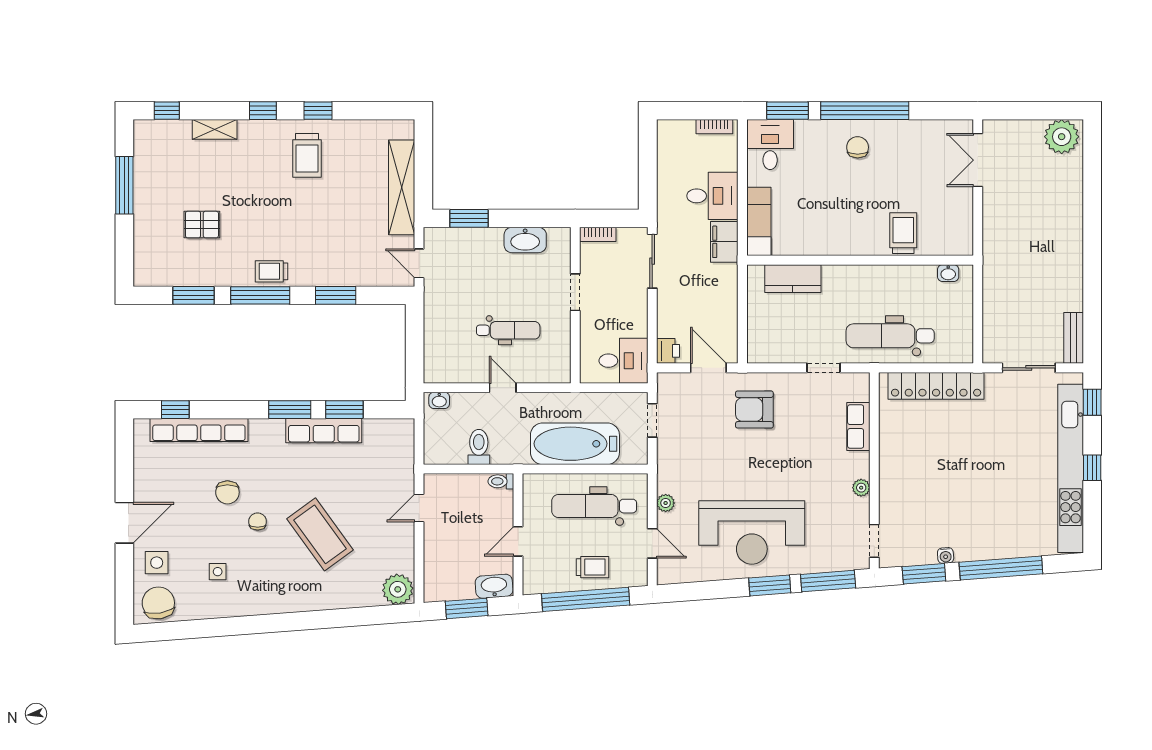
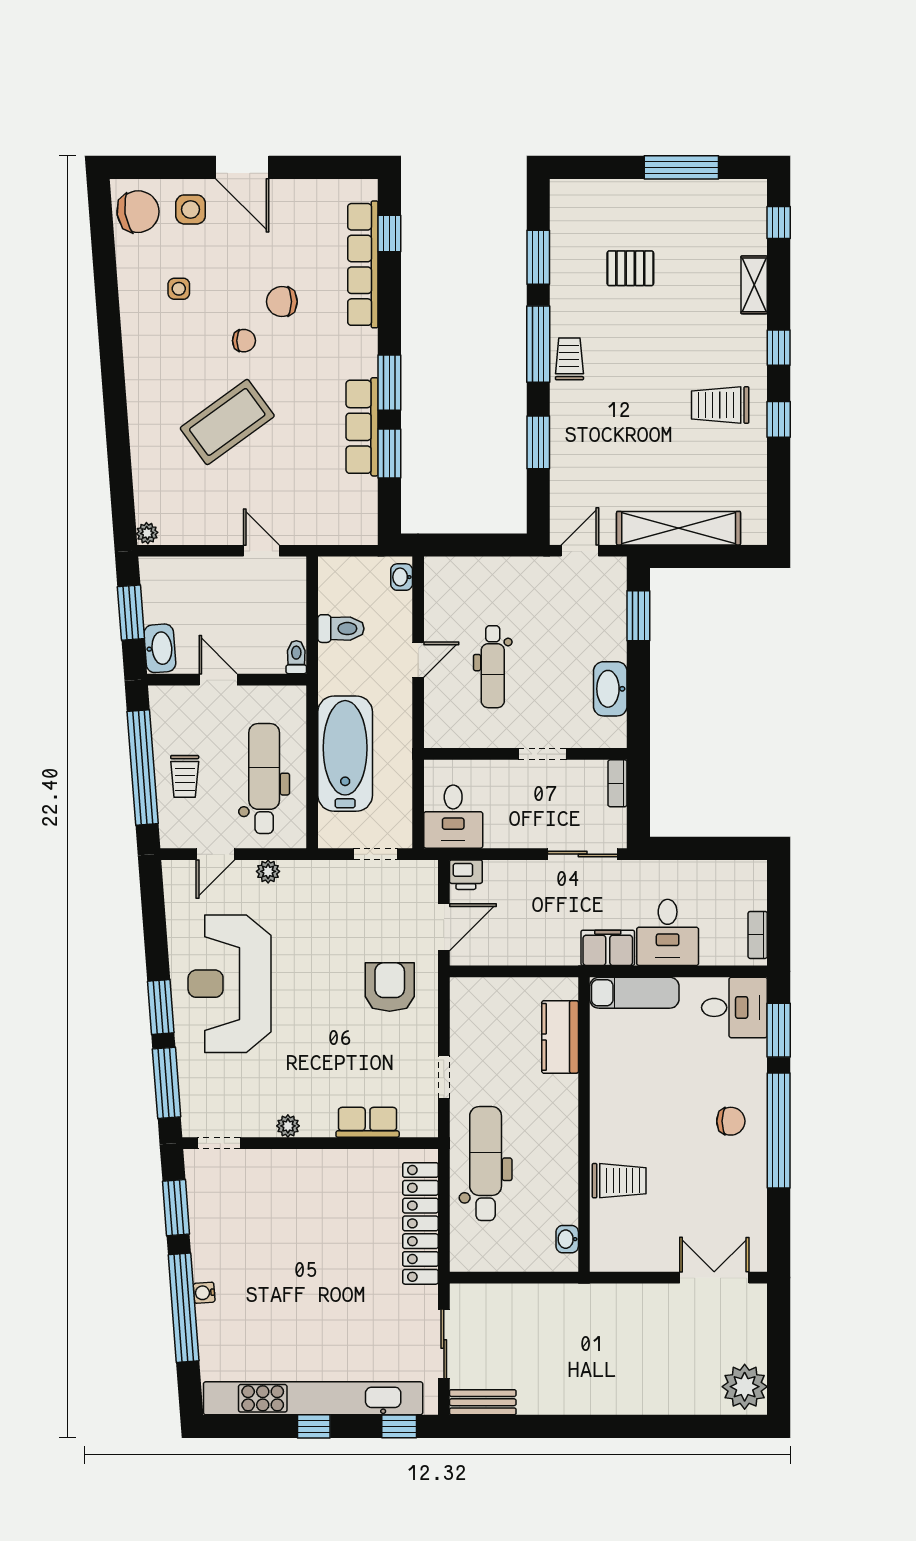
pallet: (202, 225) -> (630, 268), turned 90
water cooler: (946, 555) -> (204, 1293), moved
plant: (398, 589) -> (147, 533), width x0.53, depth x0.53

